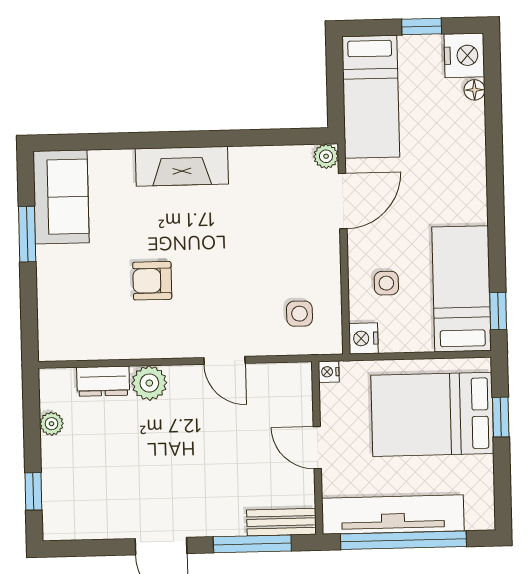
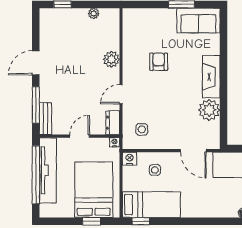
plant: (326, 156) -> (209, 110), moved, width x1.87, depth x1.87
dresser: (103, 381) -> (113, 123), moved

